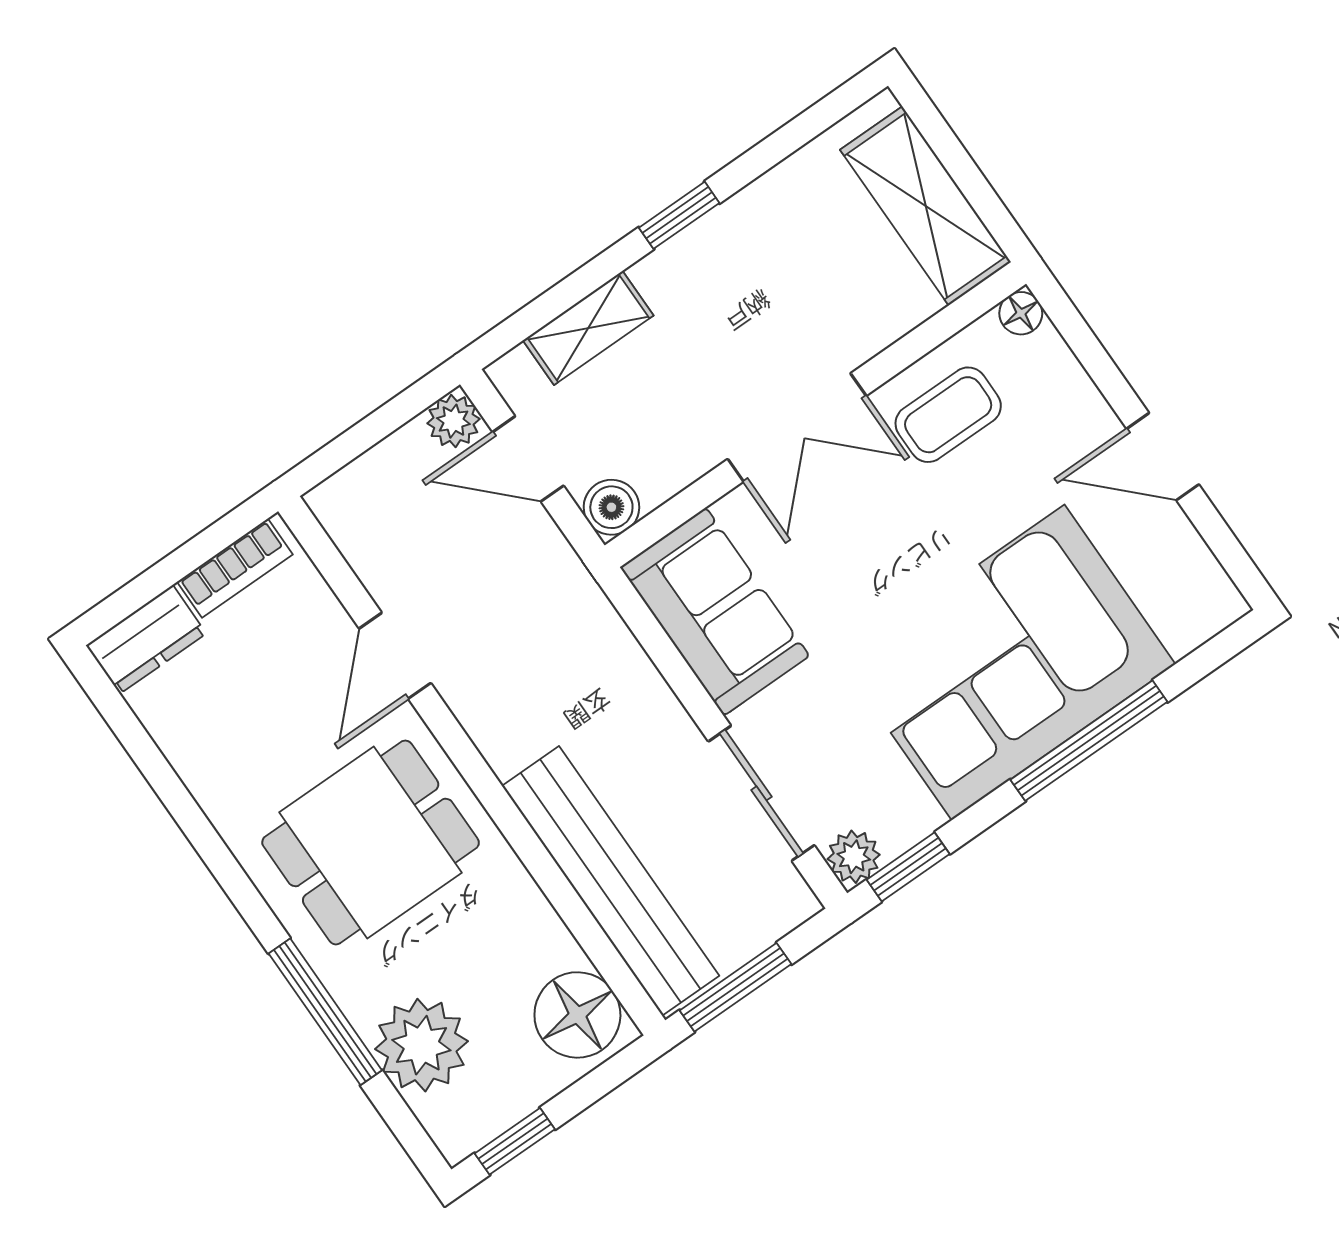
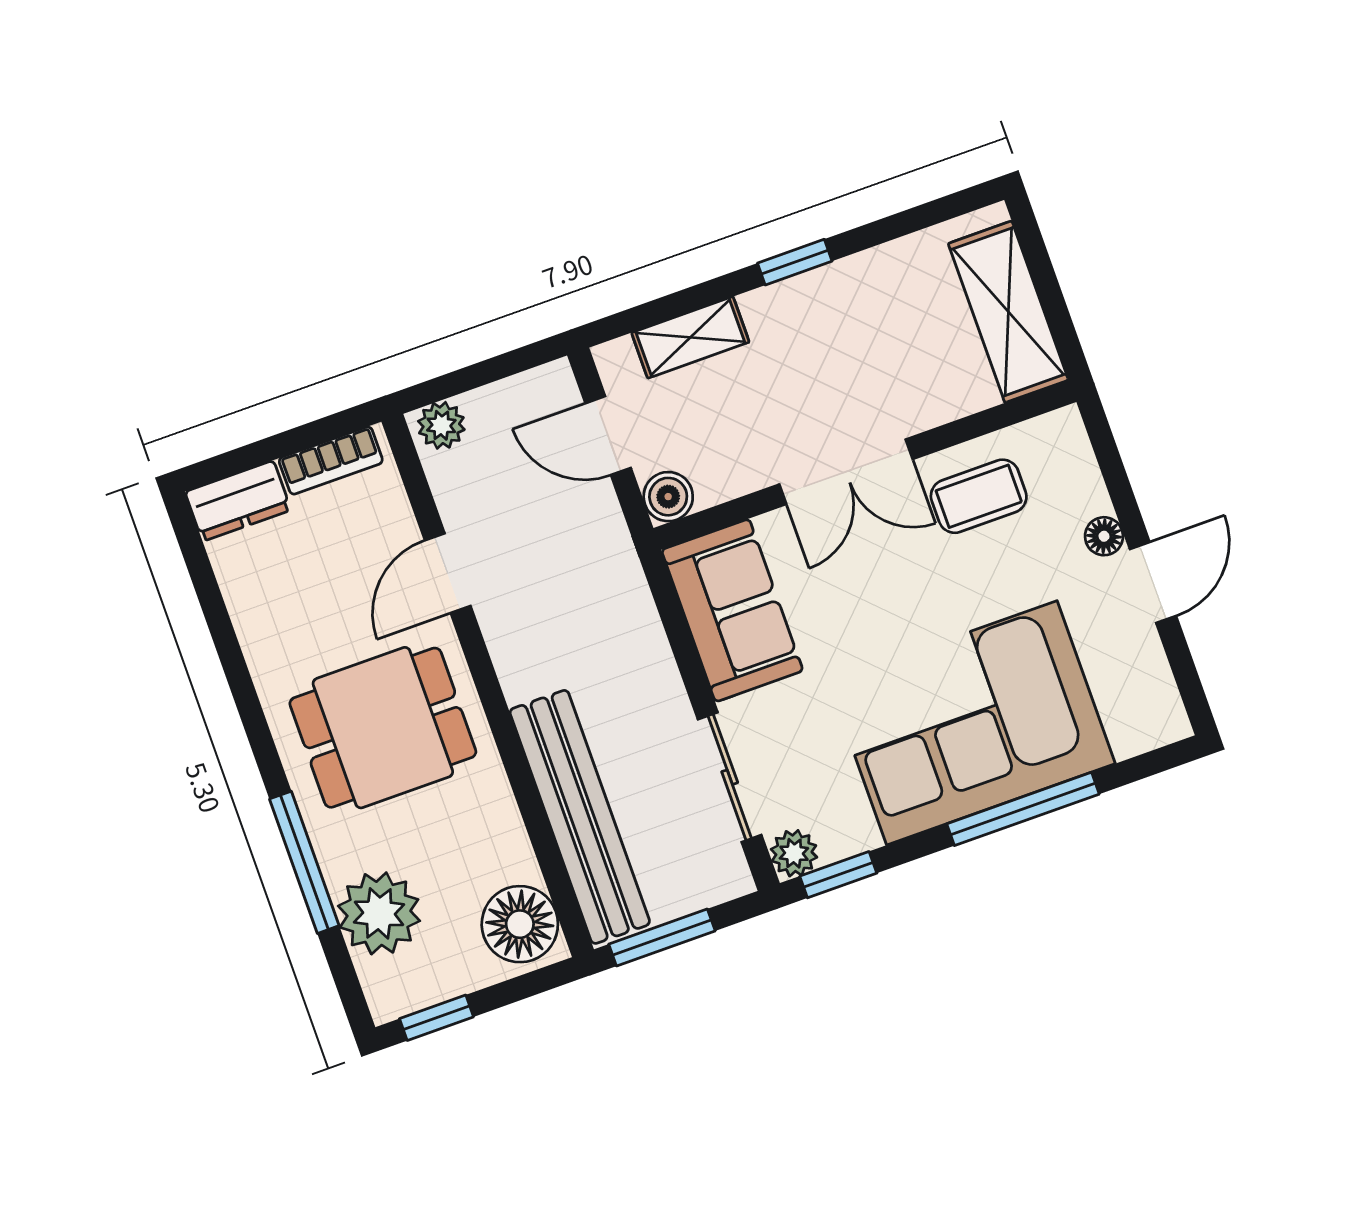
floor lamp: (1021, 313) -> (1104, 536), moved
plant: (453, 421) -> (441, 425), moved
door: (1163, 457) -> (1153, 583), swing flipped

